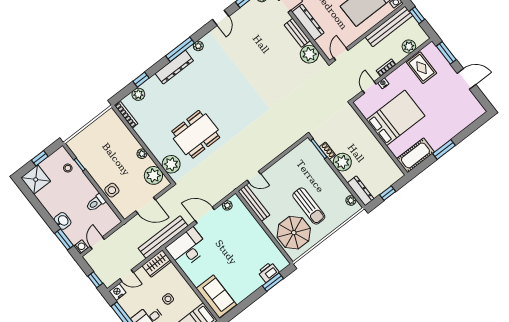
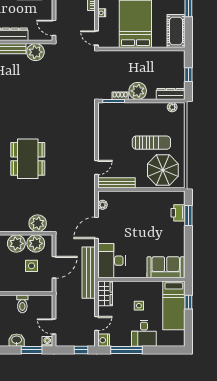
door: (369, 87) -> (96, 38), moved
dining table: (196, 134) -> (28, 159), moved
plant: (142, 154) -> (16, 244), width x1.88, depth x1.88
side table: (112, 190) -> (31, 266), moved

